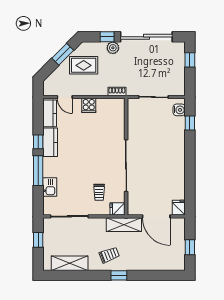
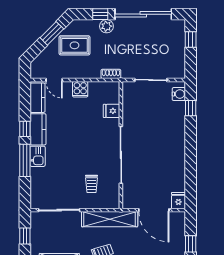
kitchen sink: (50, 187) -> (38, 156), moved
fridge: (117, 209) -> (112, 111), moved
shelving: (124, 225) -> (110, 219), width x1.47

